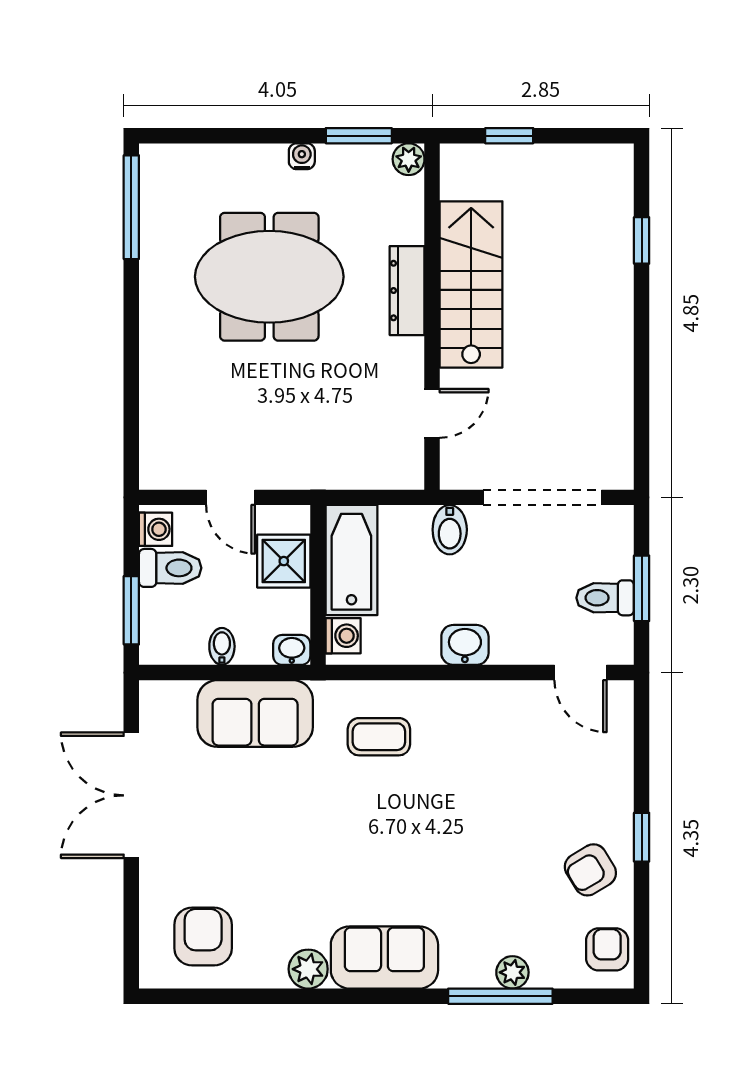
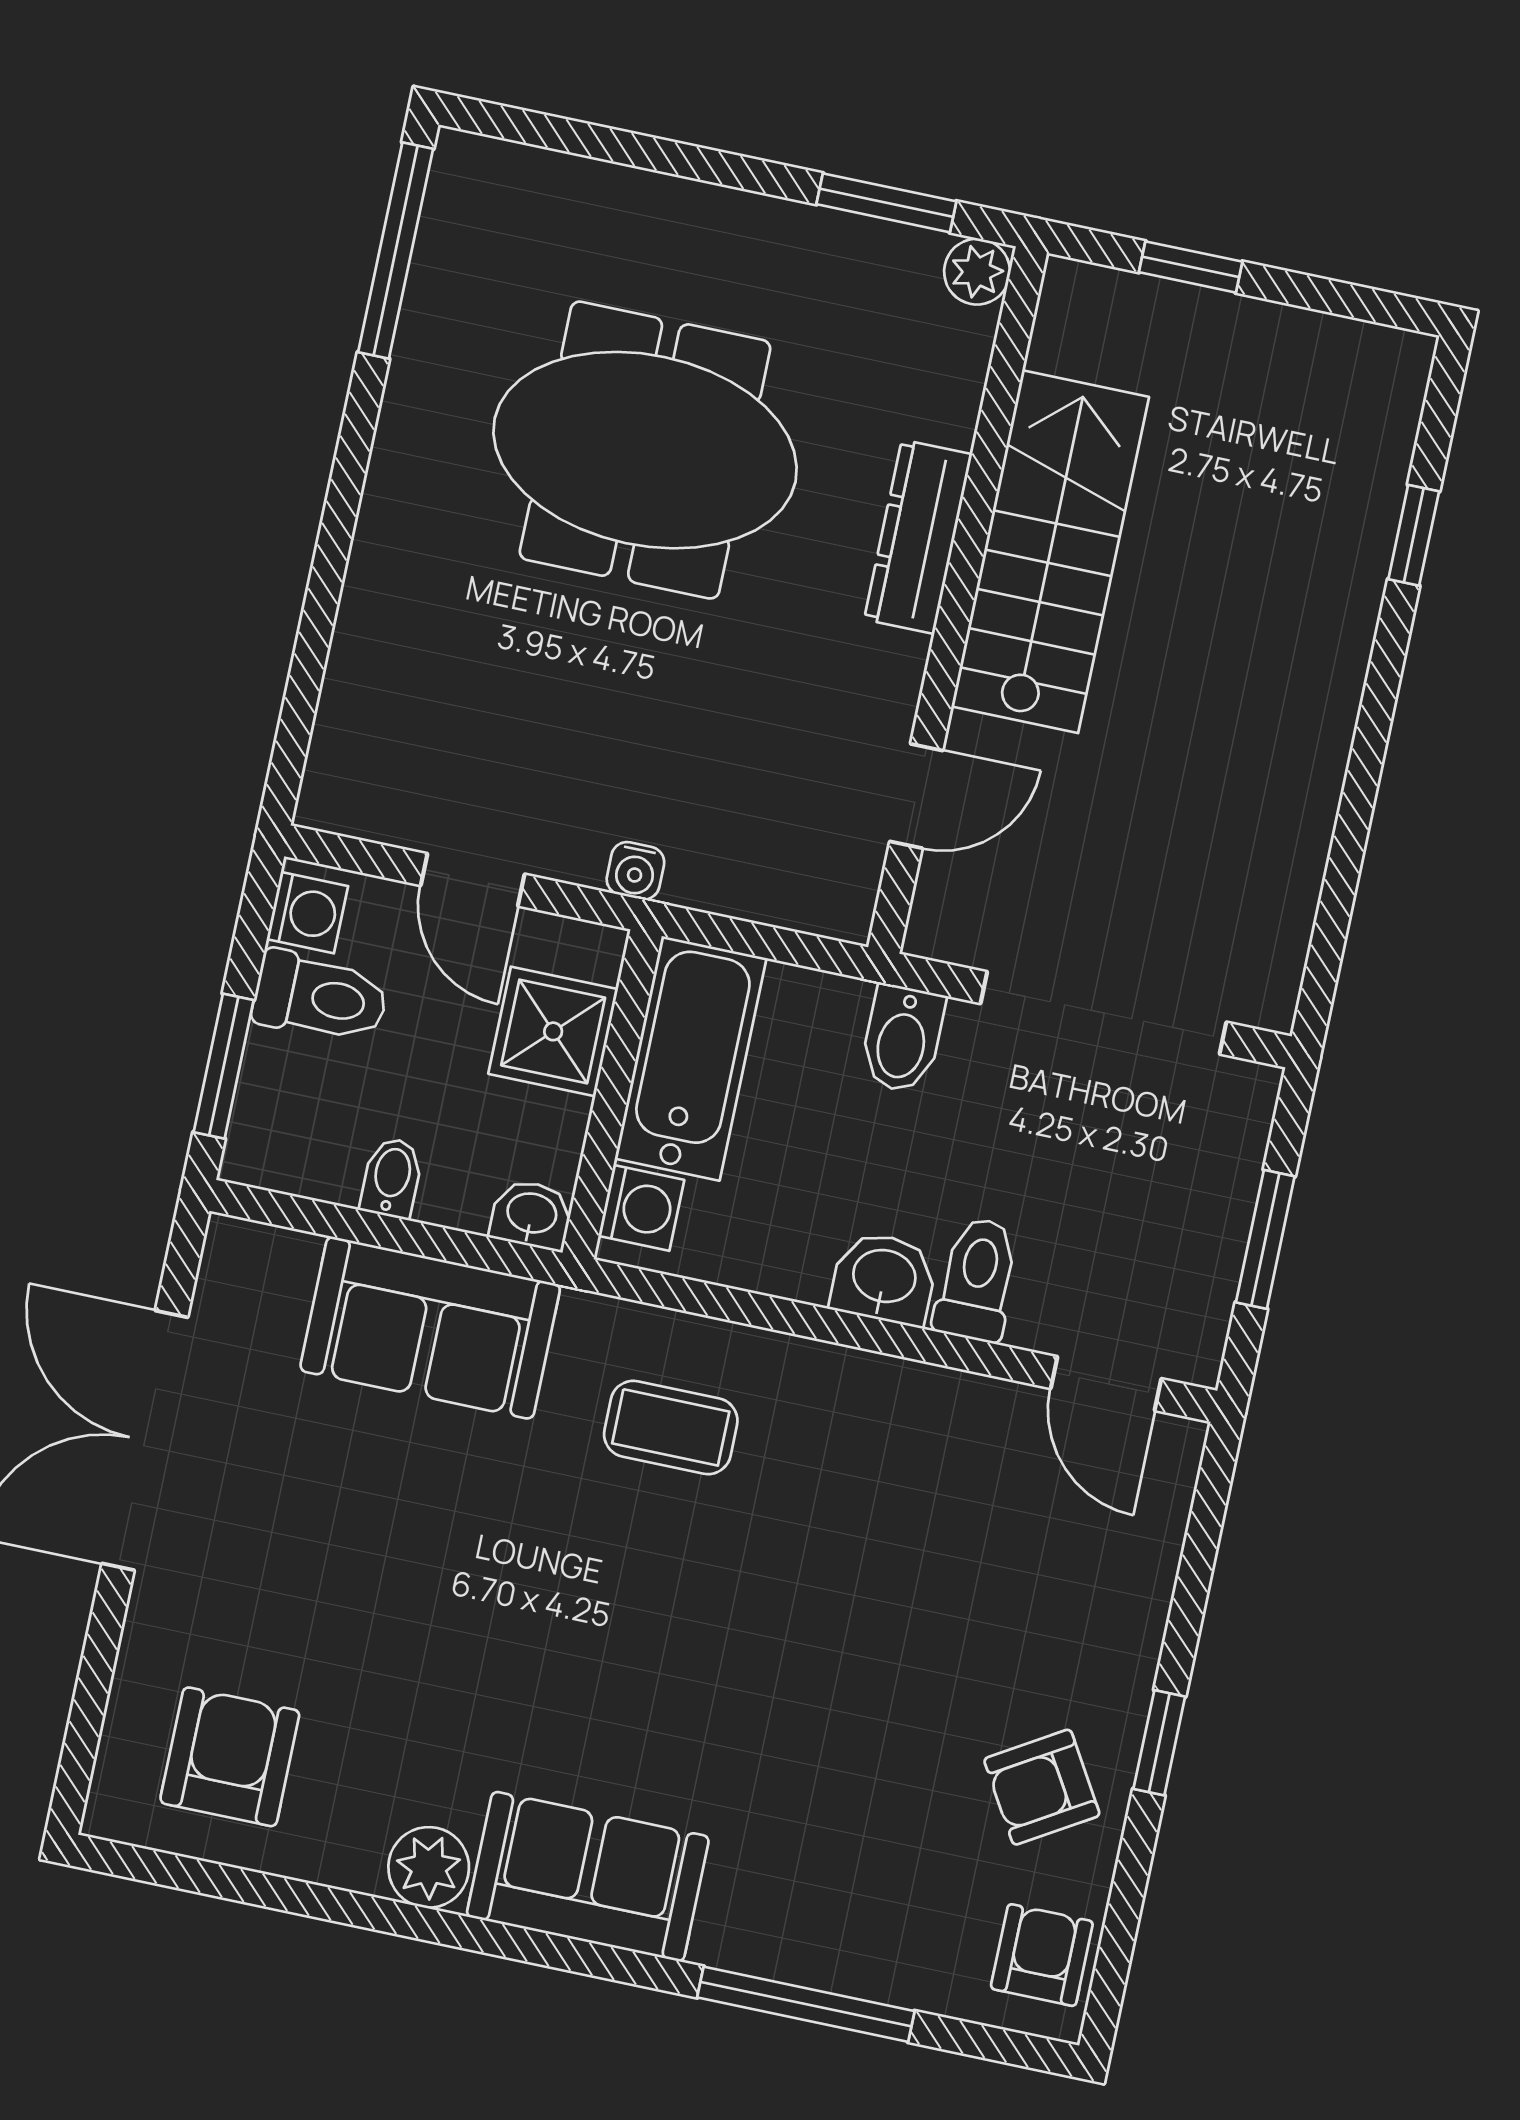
water cooler: (302, 156) -> (635, 871), moved, turned 180
toilet: (605, 598) -> (977, 1279), moved, turned 90
plant: (512, 972) -> (840, 1961), removed

